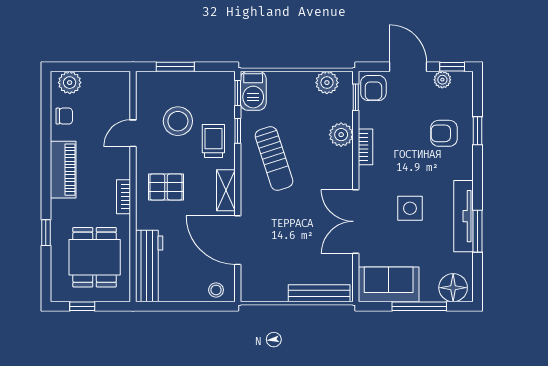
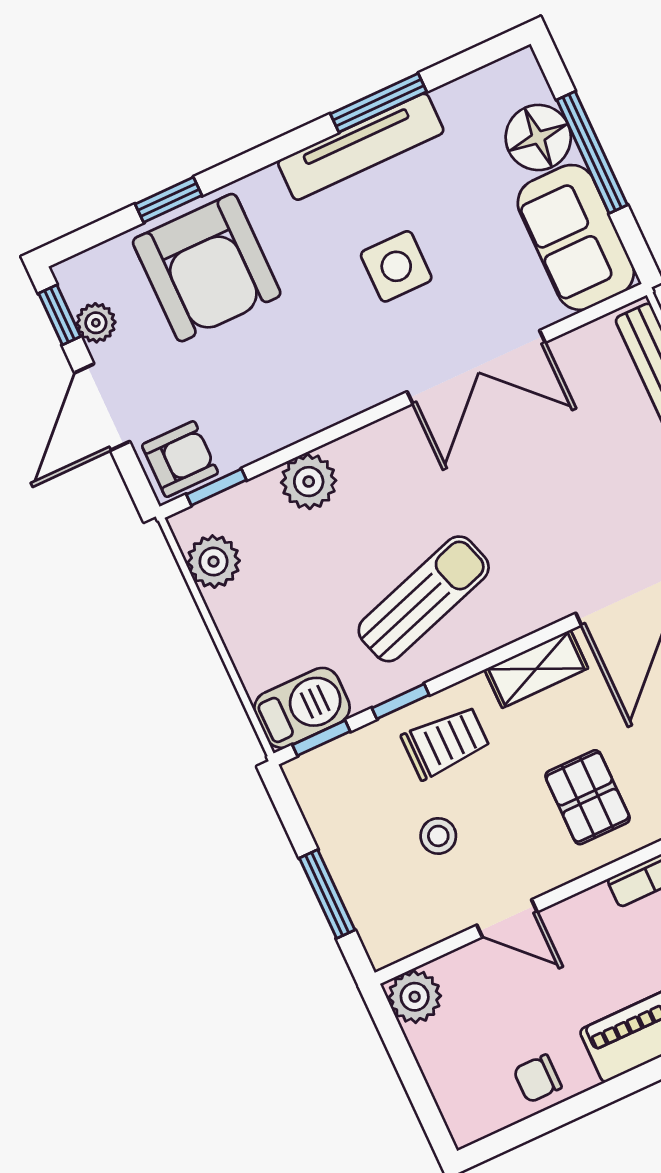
plant: (70, 83) -> (415, 997), moved
chair: (64, 116) -> (537, 1079), turned -90
stool: (178, 121) -> (438, 836), width x0.53, depth x0.53
armchair: (444, 133) -> (207, 268), width x1.88, depth x1.88
trolley: (213, 141) -> (446, 742), turned 180
bookcase: (366, 147) -> (311, 419), removed
floor lamp: (453, 288) -> (538, 137), moved

